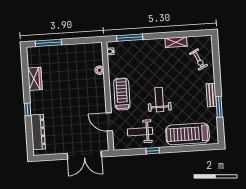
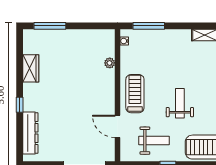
weight bench: (140, 132) -> (154, 141), turned 180

